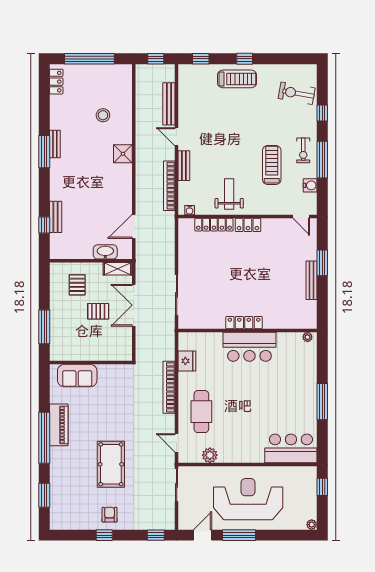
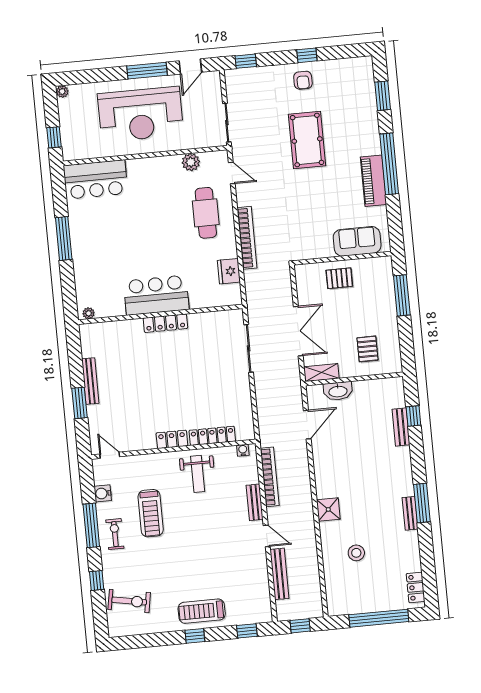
pallet: (98, 311) -> (339, 278), moved

